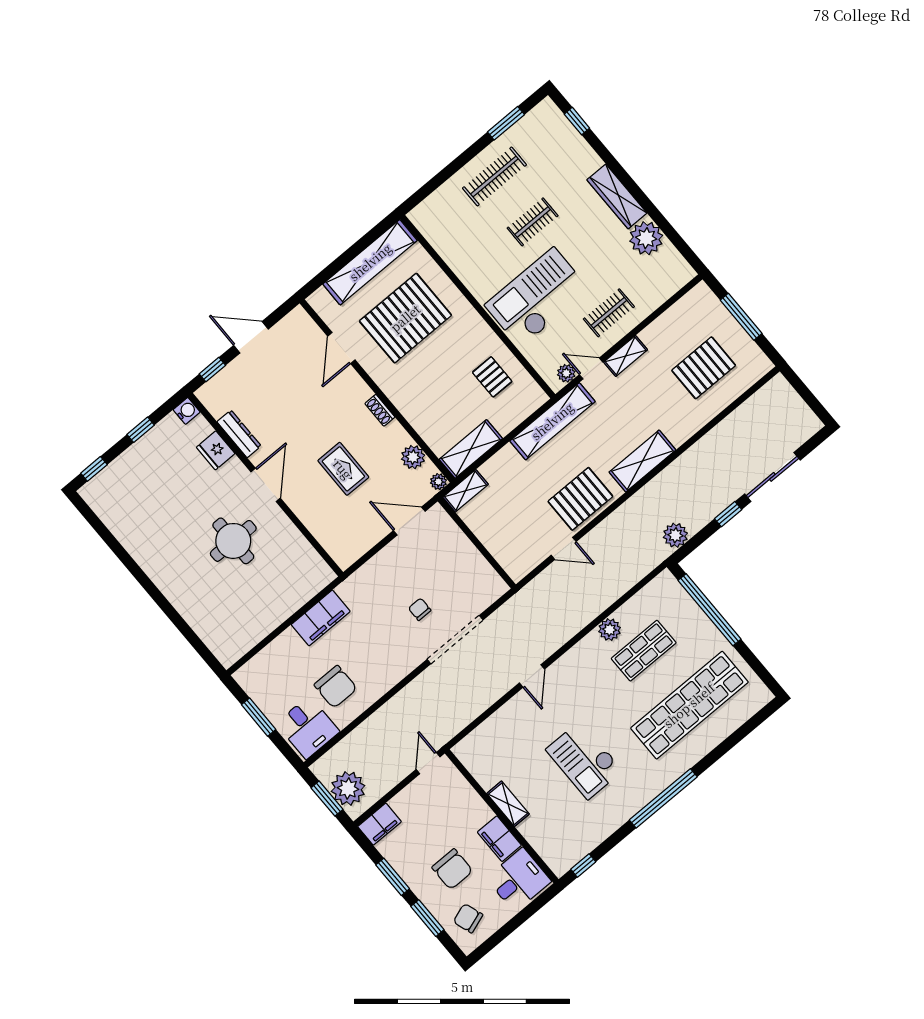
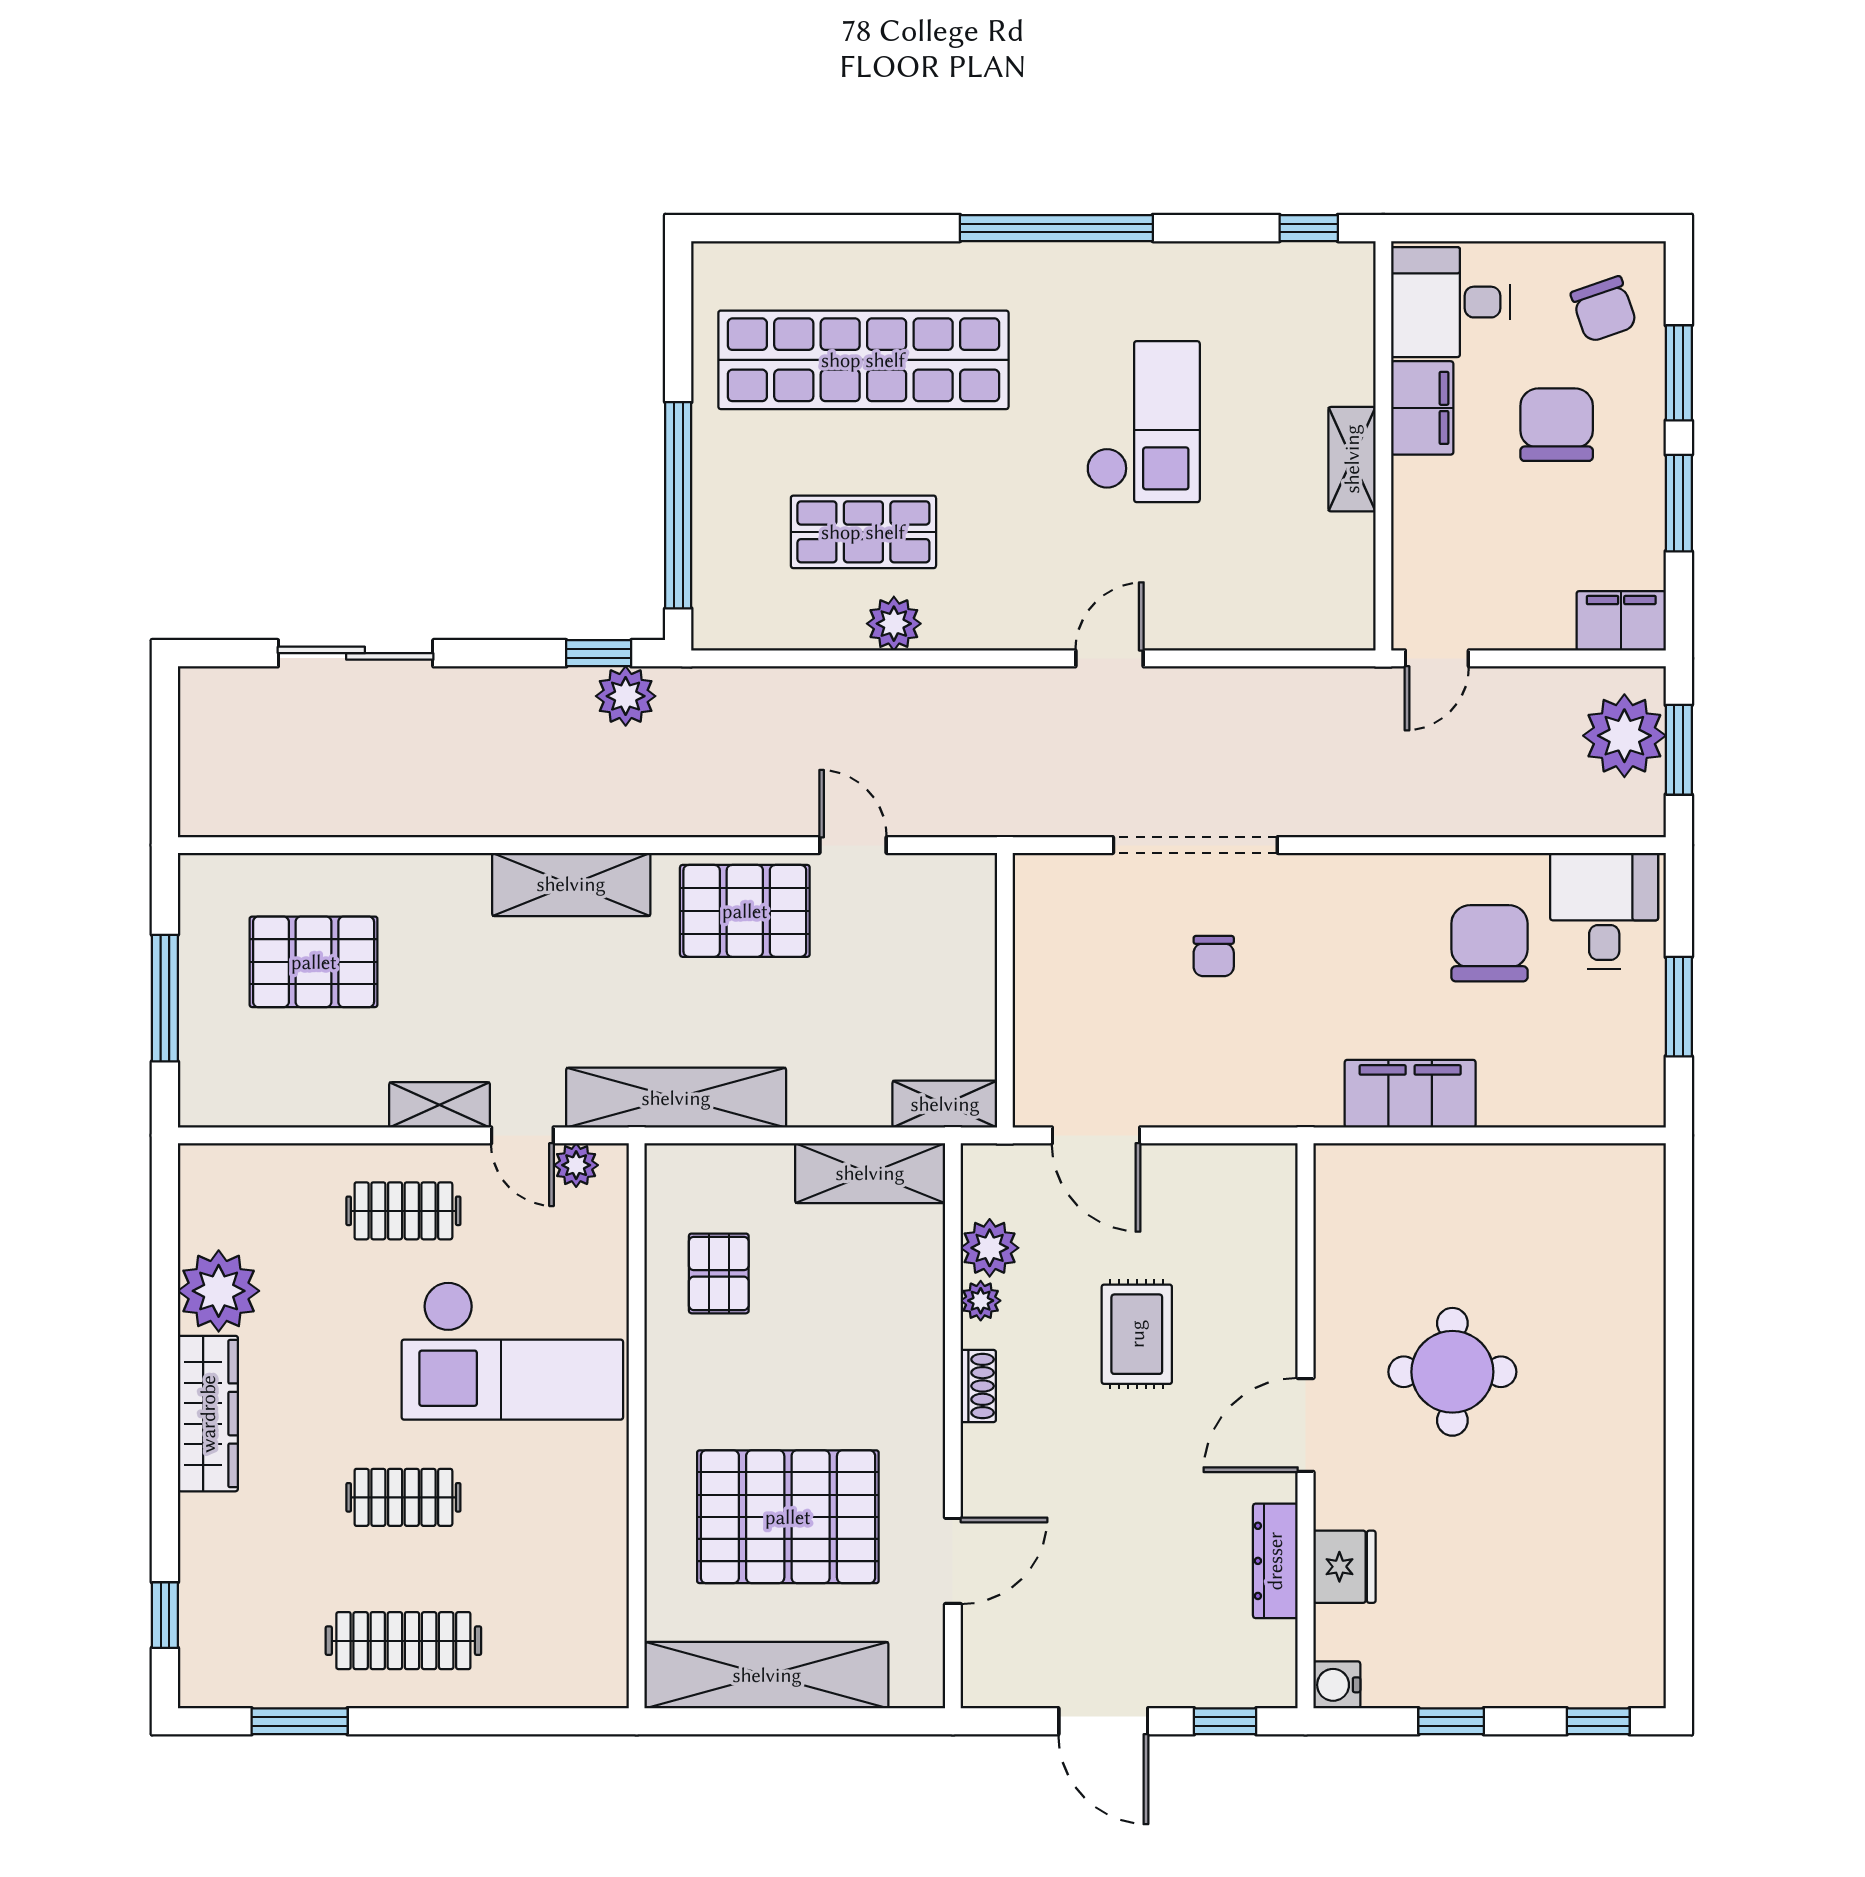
plant: (438, 482) -> (981, 1301), moved
window: (728, 514) -> (599, 653), moved

